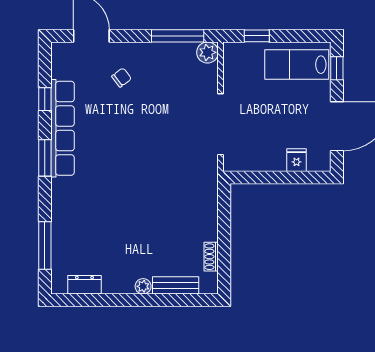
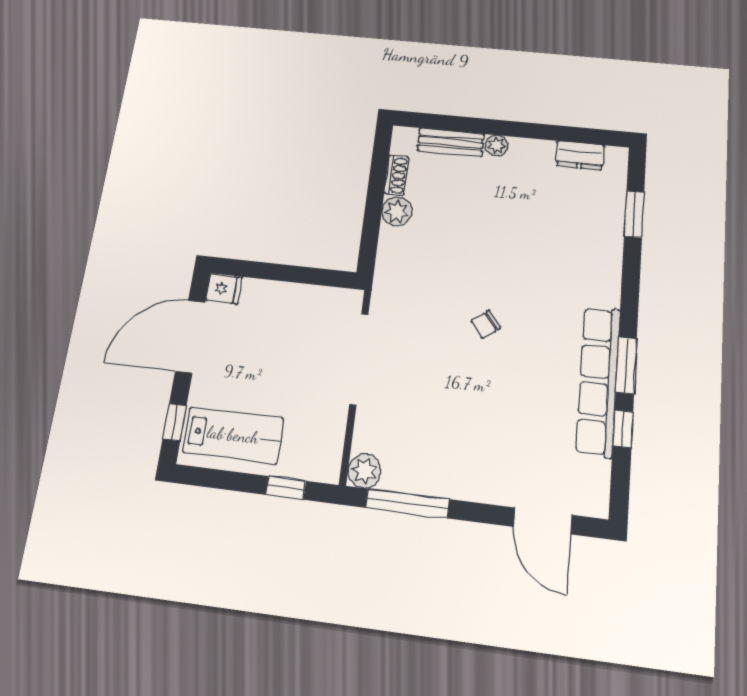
chair: (122, 78) -> (486, 324), moved
window: (45, 158) -> (626, 365), moved
fridge: (296, 160) -> (224, 289), moved, turned -90
plant: (208, 230) -> (397, 211), added
window: (45, 246) -> (634, 214), width x0.69

